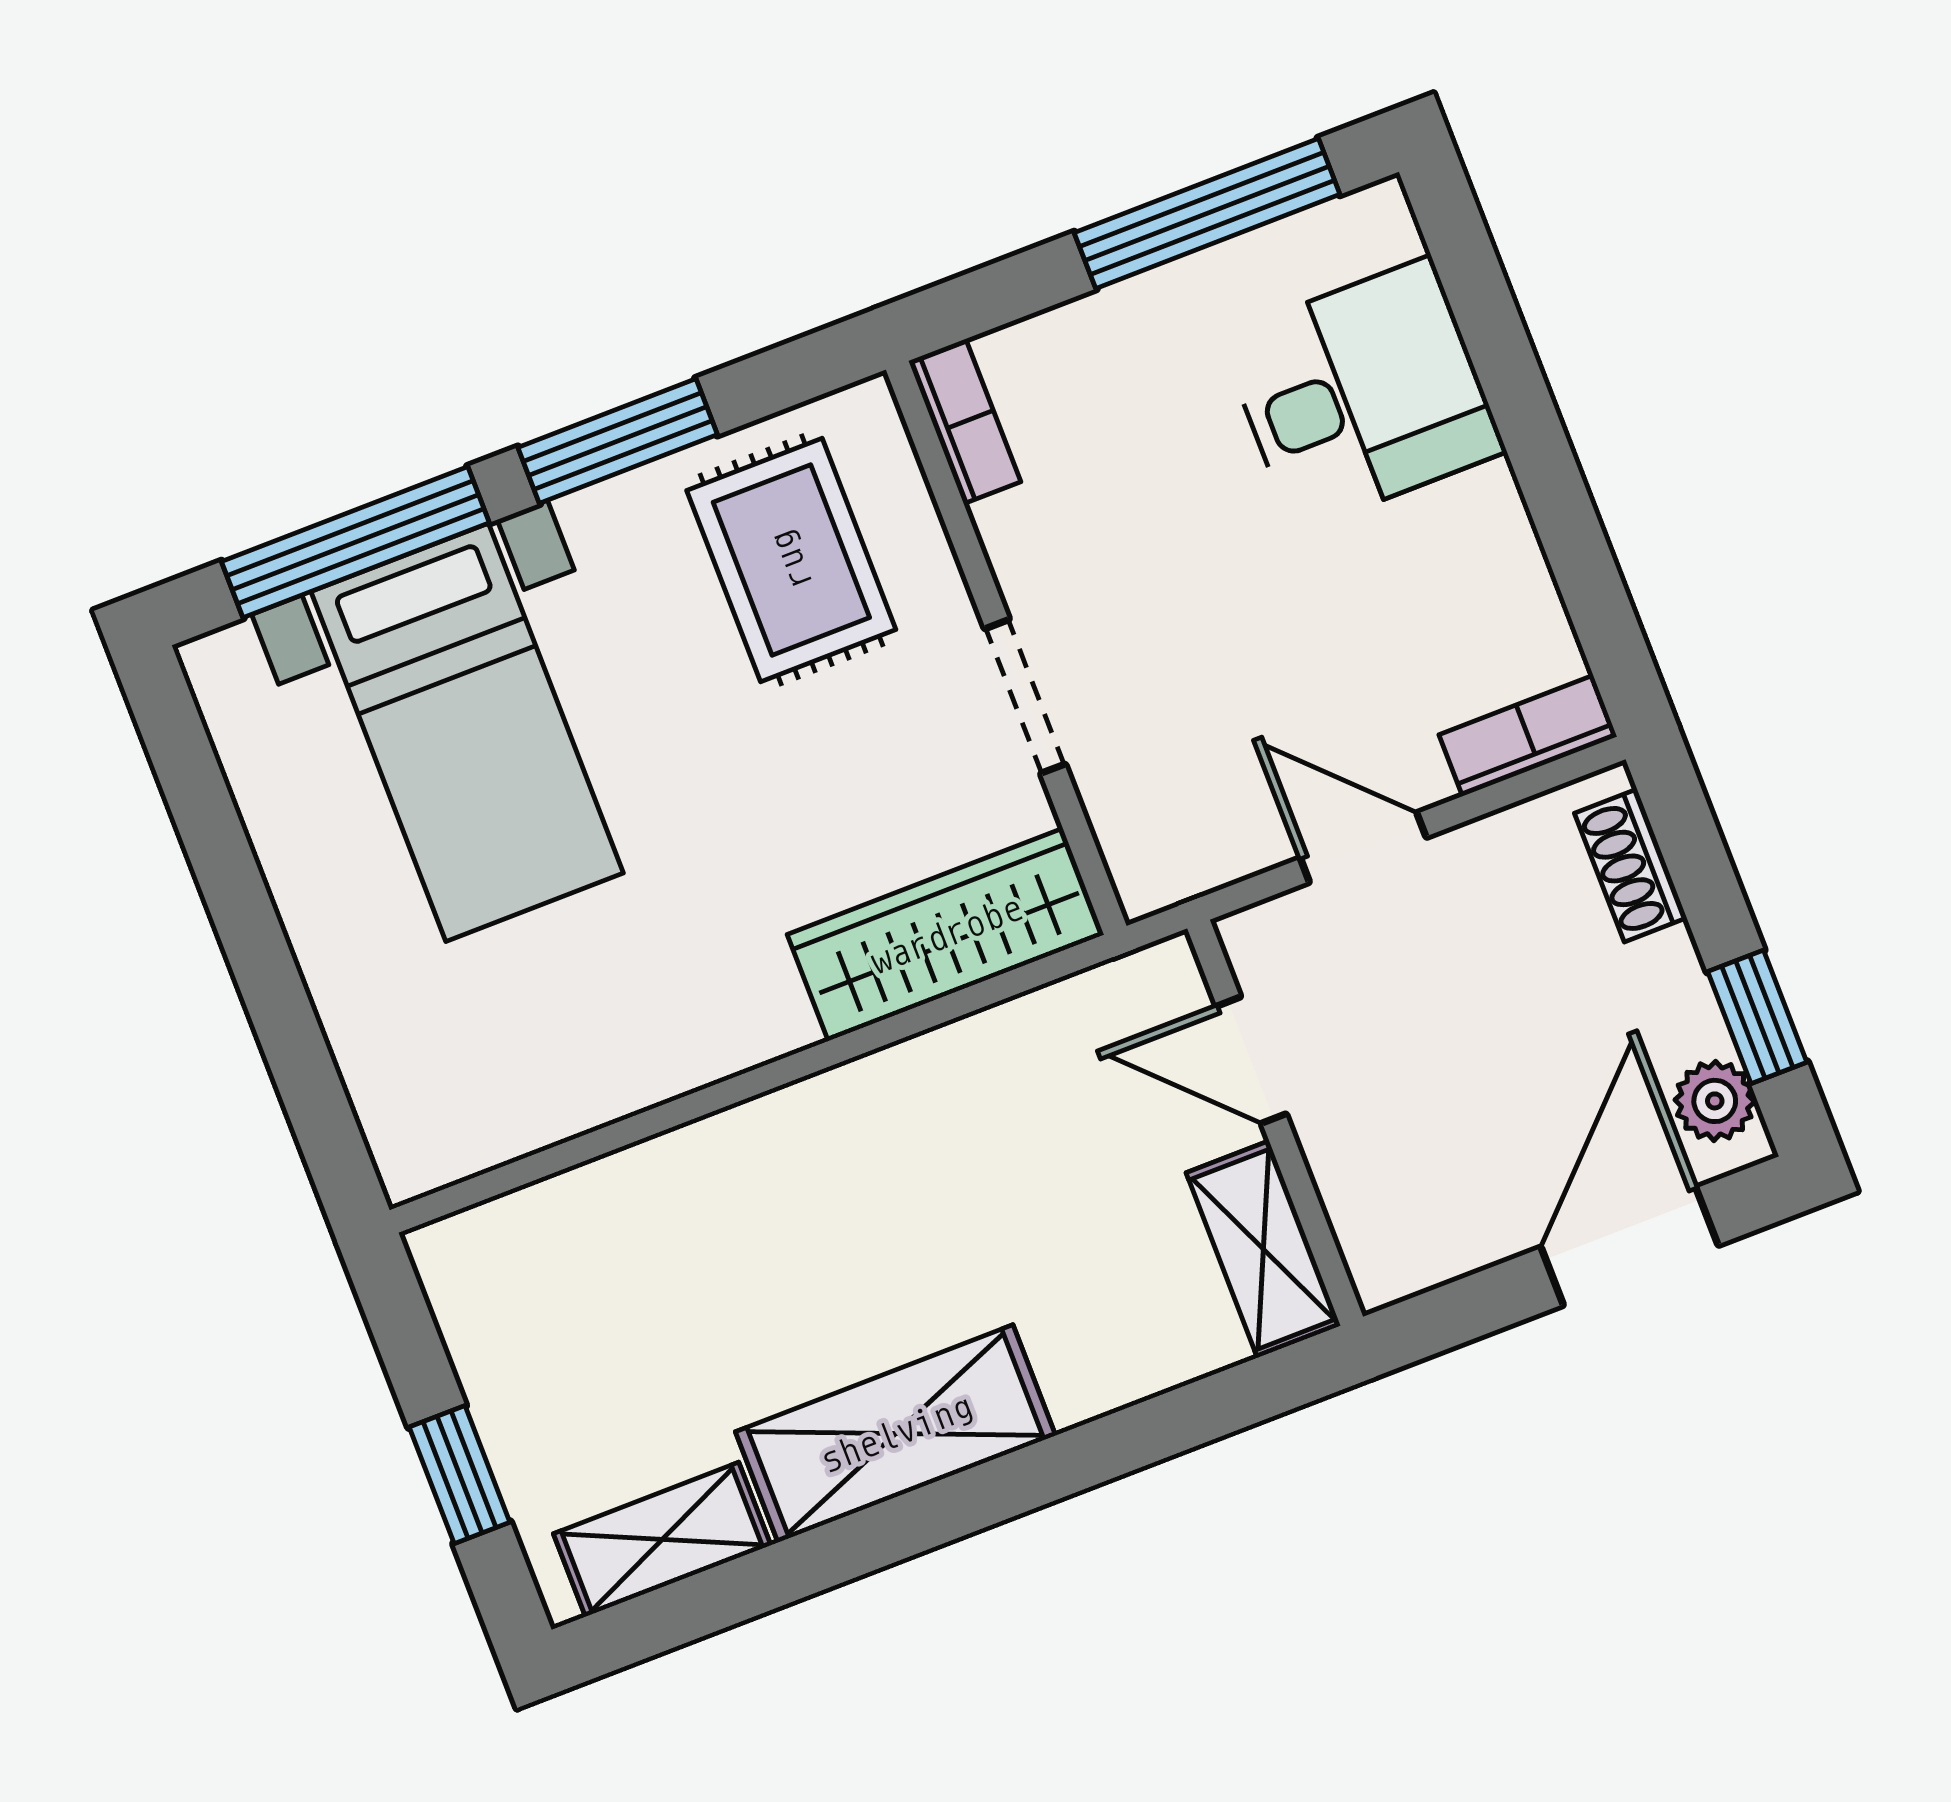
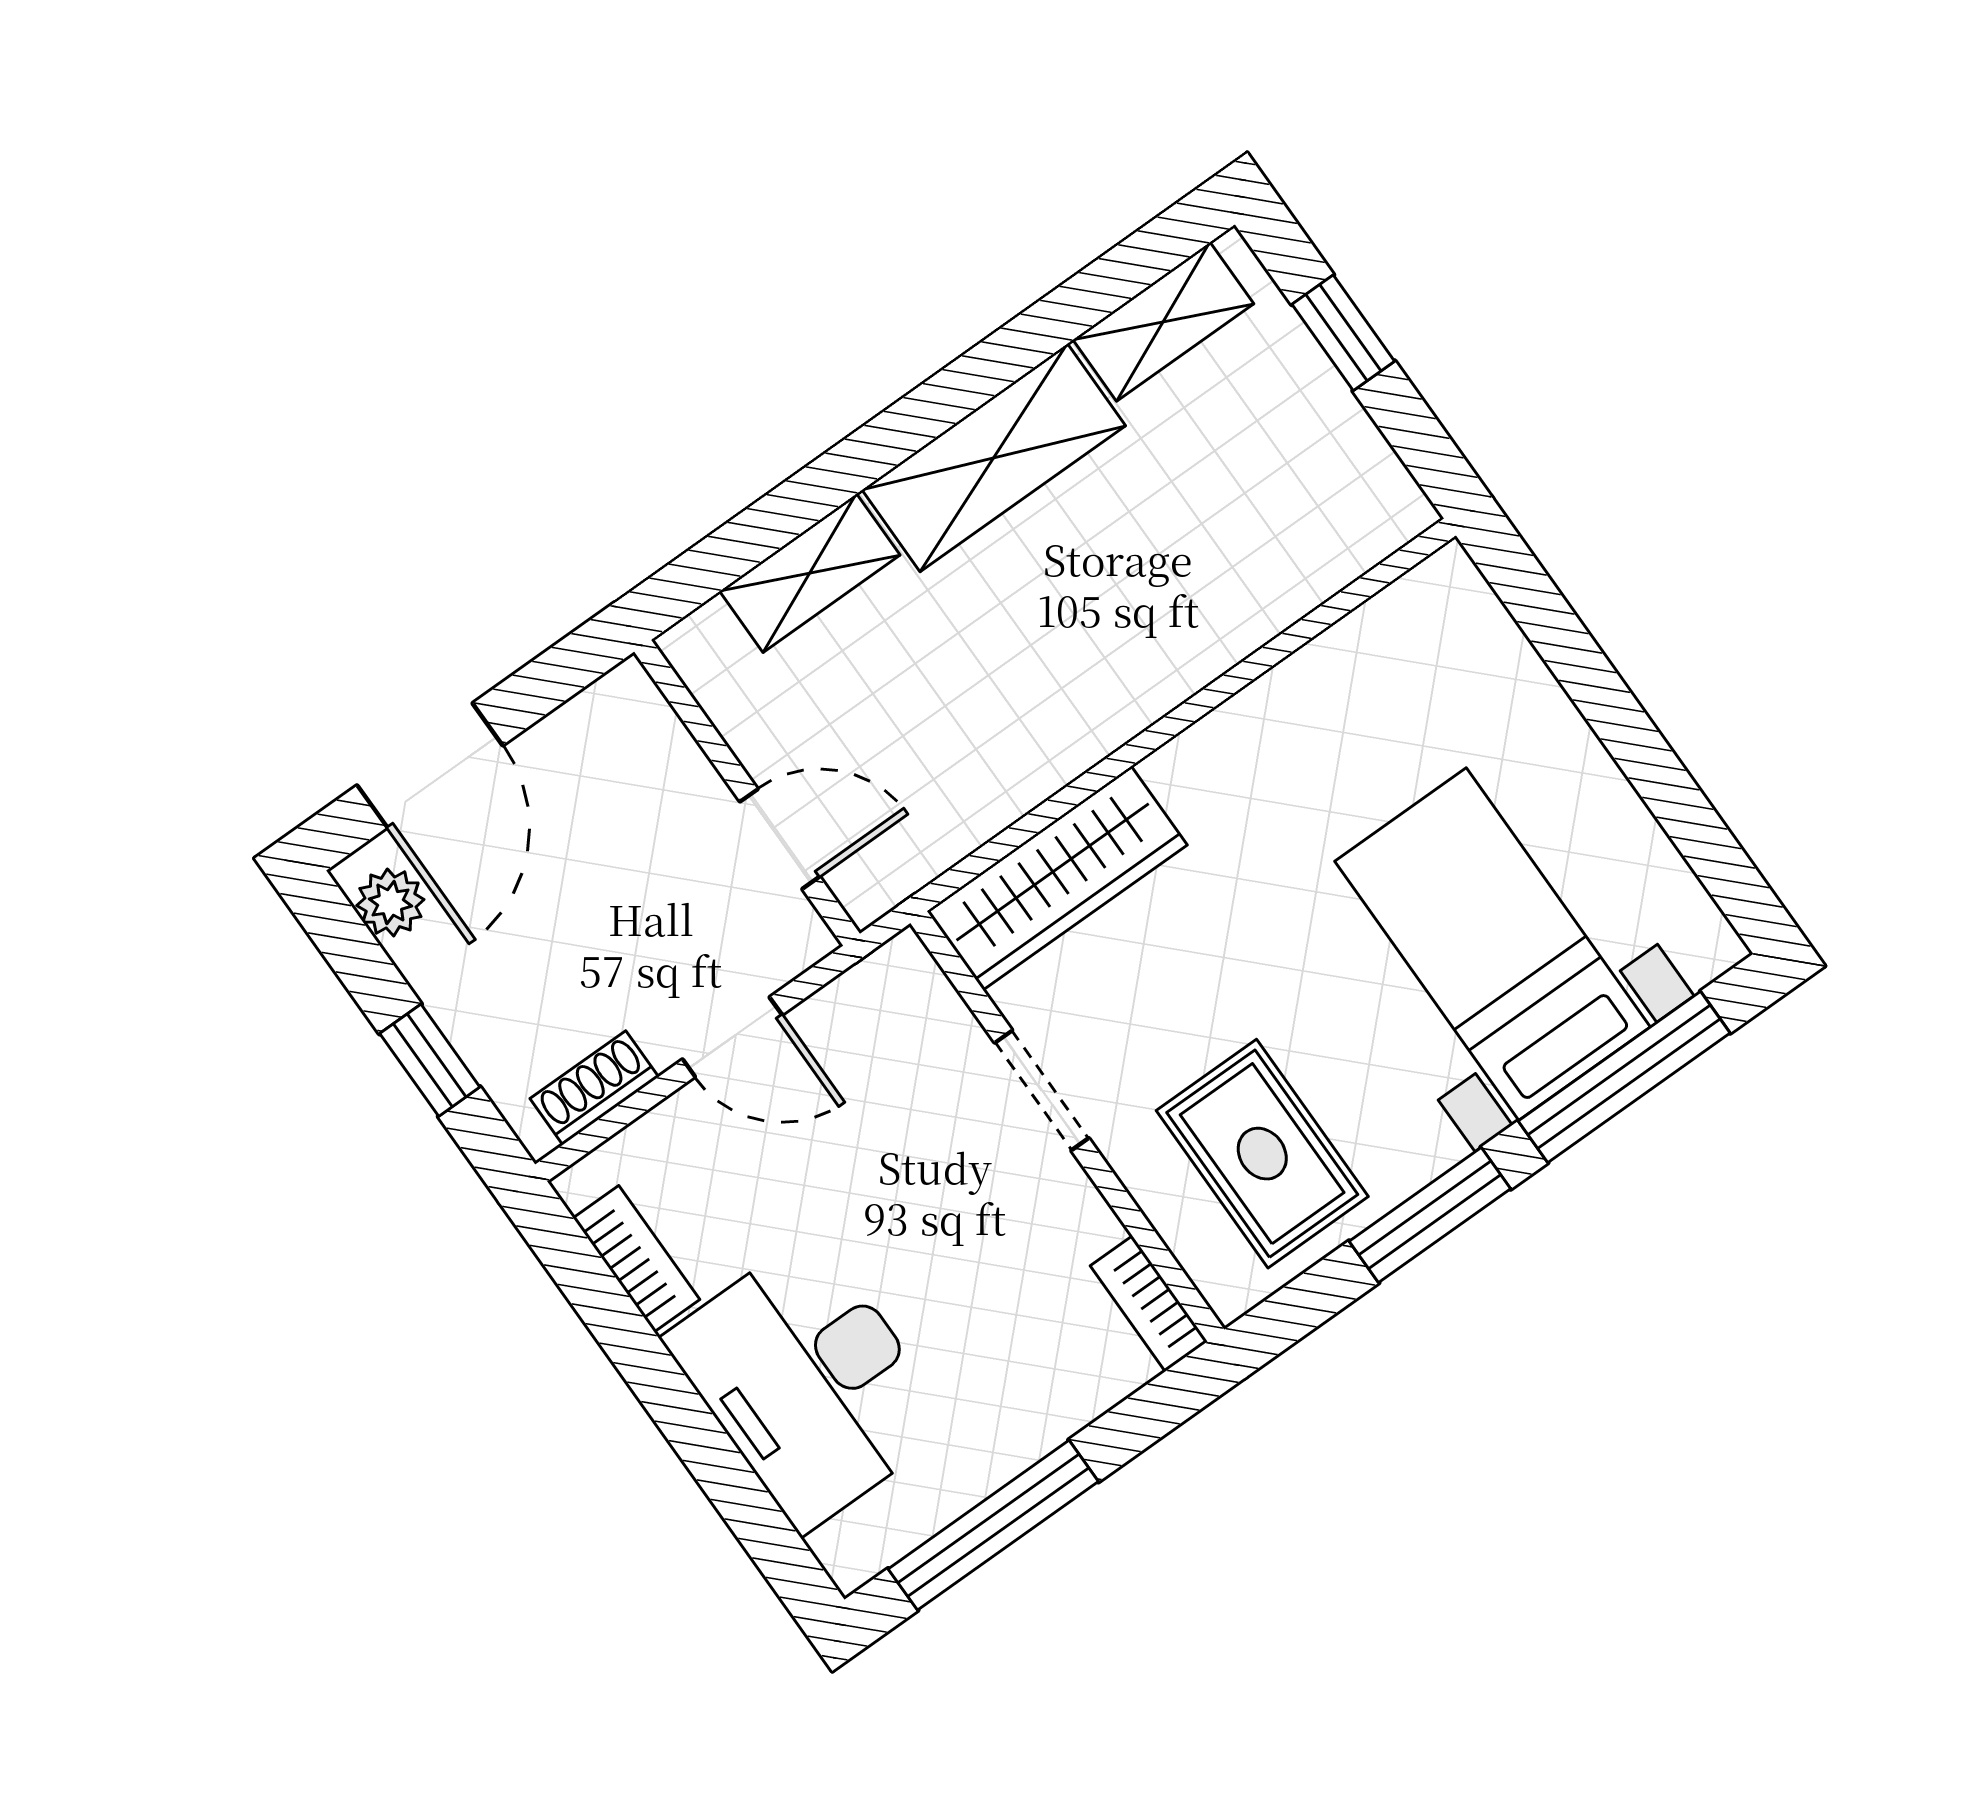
desk: (1362, 394) -> (808, 1382), width x1.37
bookcase: (1528, 736) -> (636, 1259), moved, turned -90
shoe rack: (1631, 866) -> (594, 1088), moved, turned -90
window: (1757, 1017) -> (430, 1060), moved
shelving: (1263, 1249) -> (810, 573), moved, turned 90

